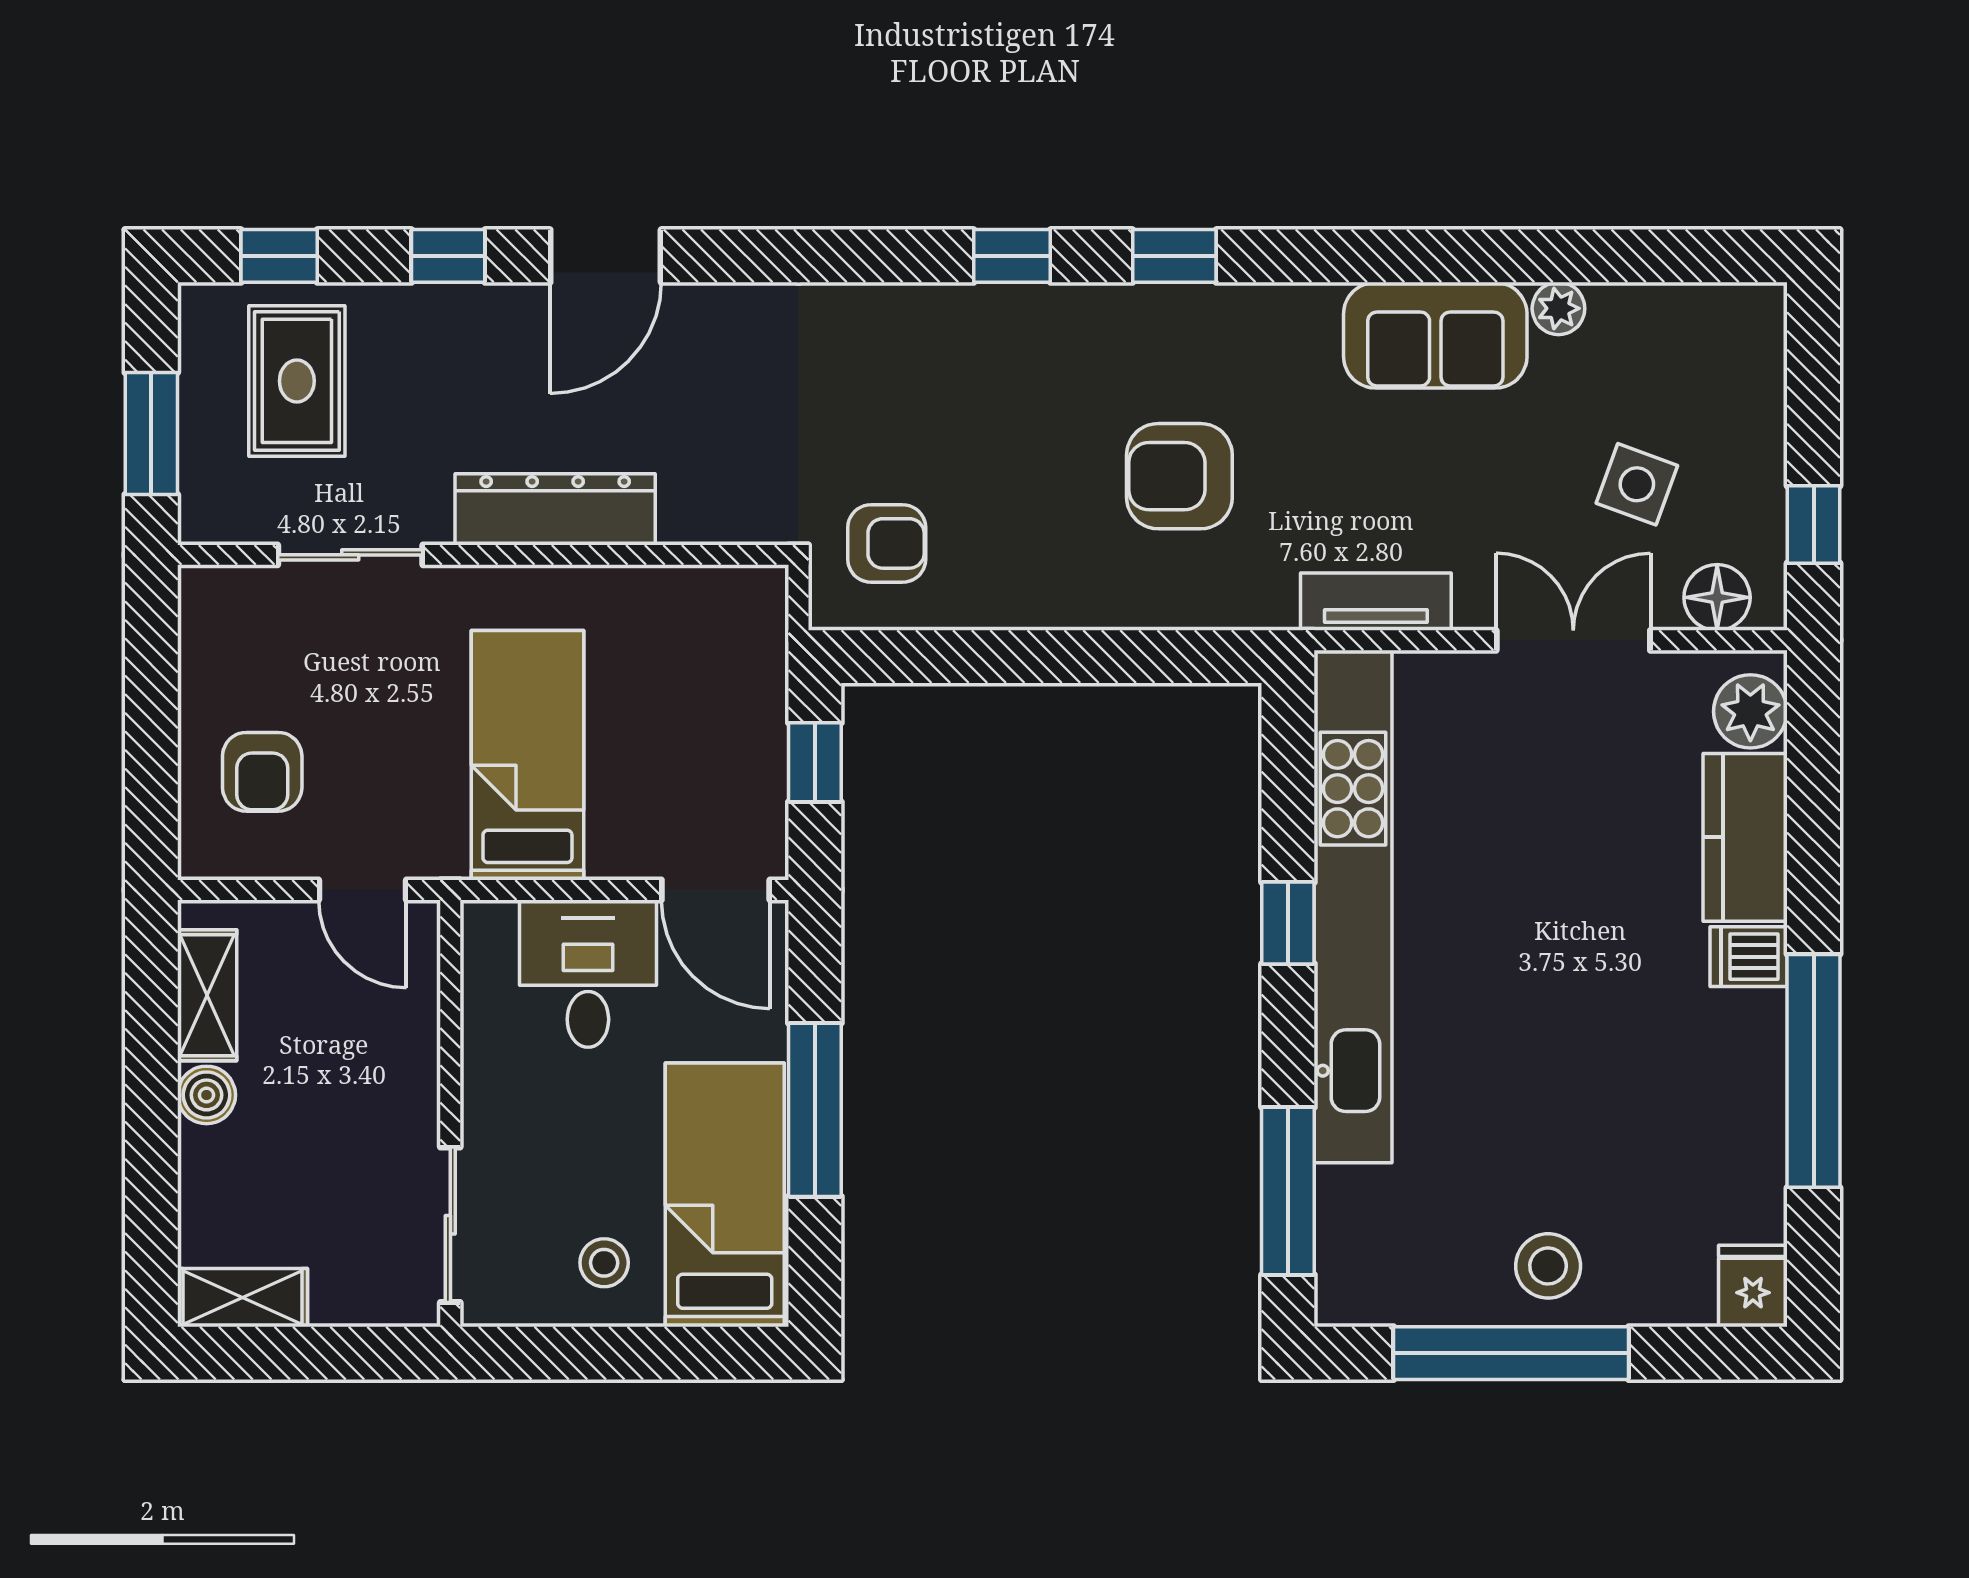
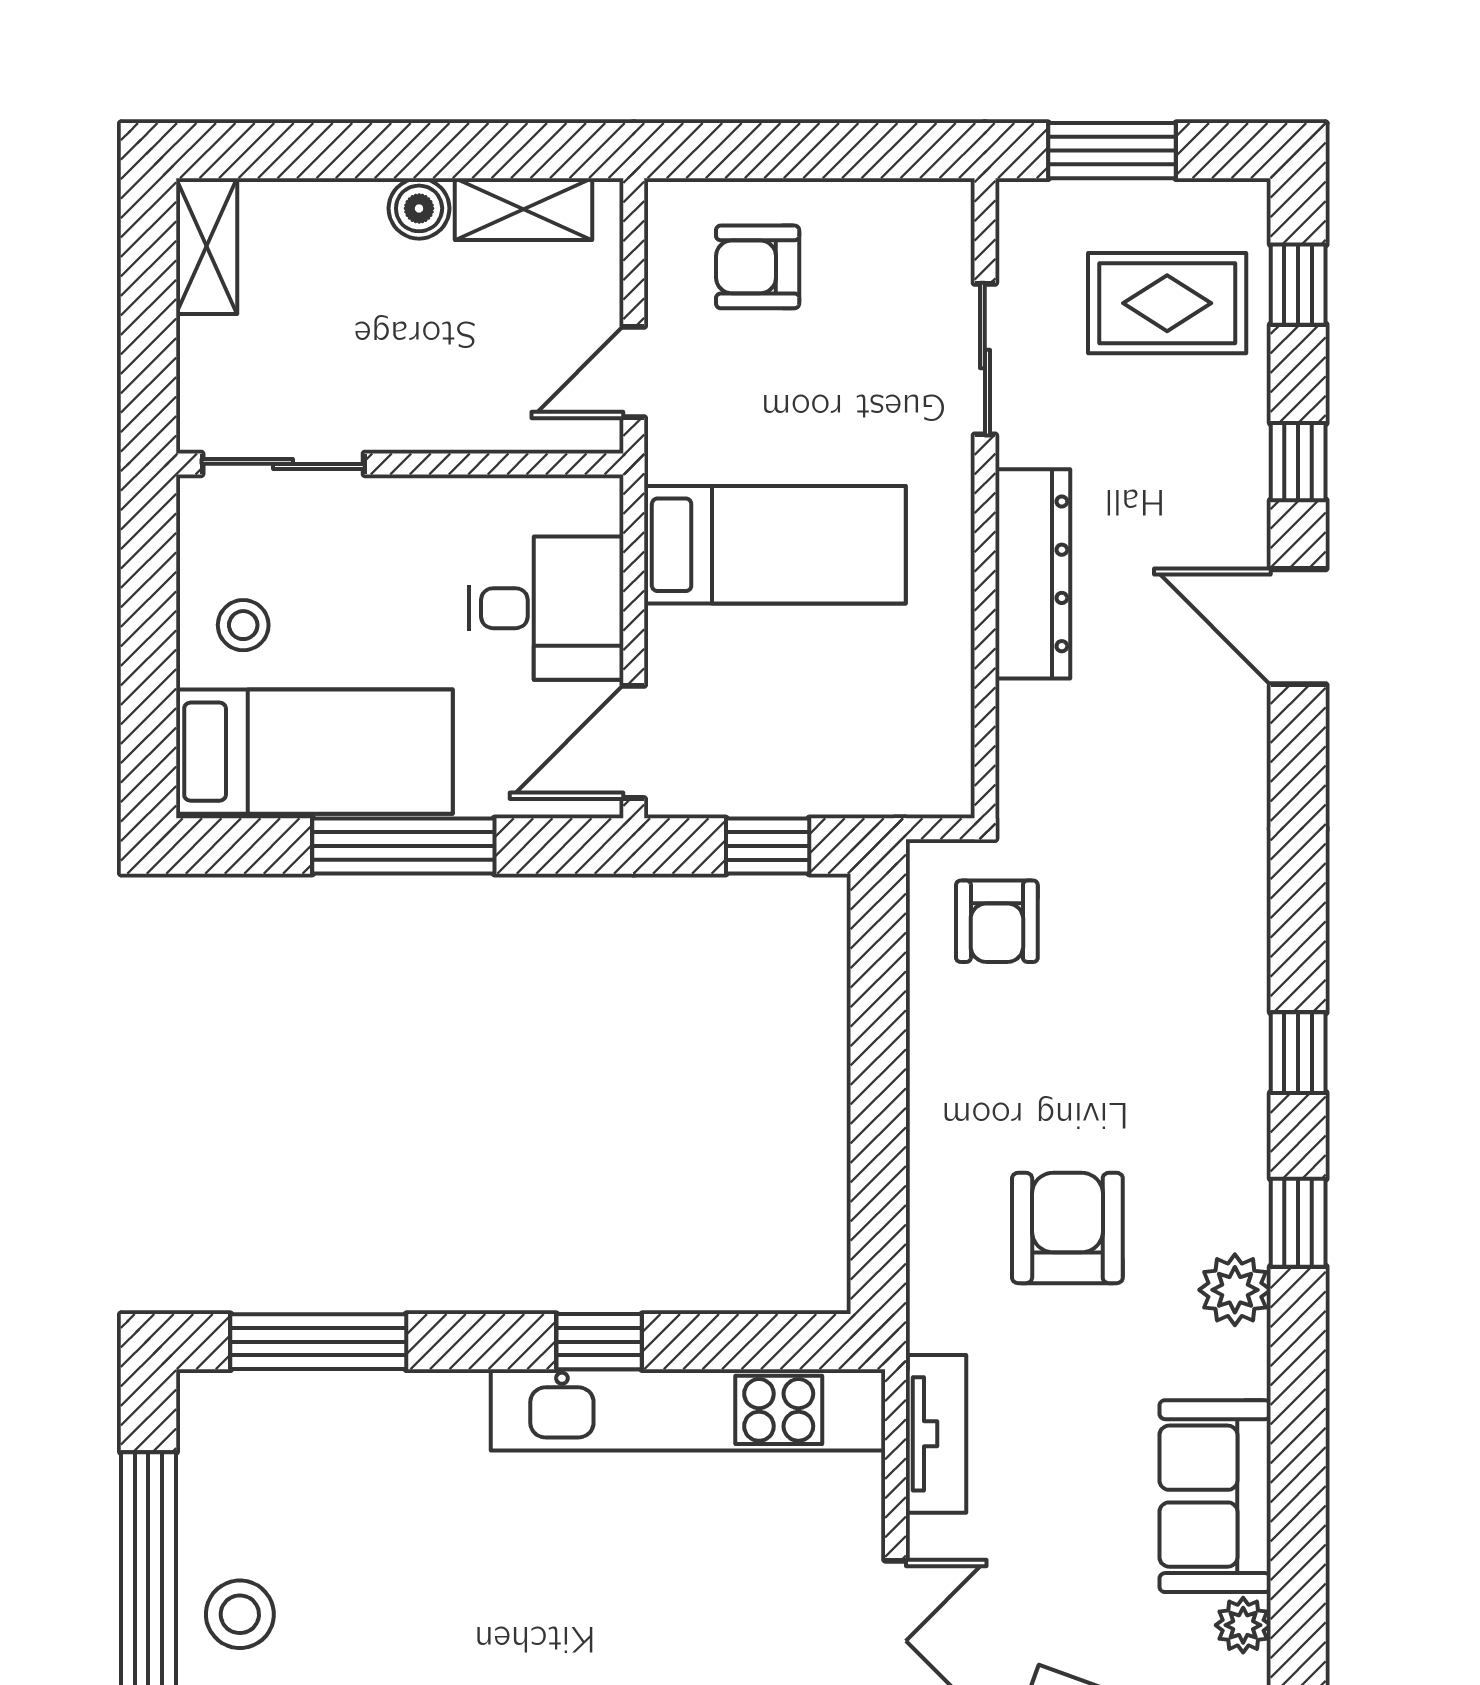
plant: (1238, 316) -> (1235, 1290), added
kitchen unit: (1353, 907) -> (688, 1410), width x0.73

